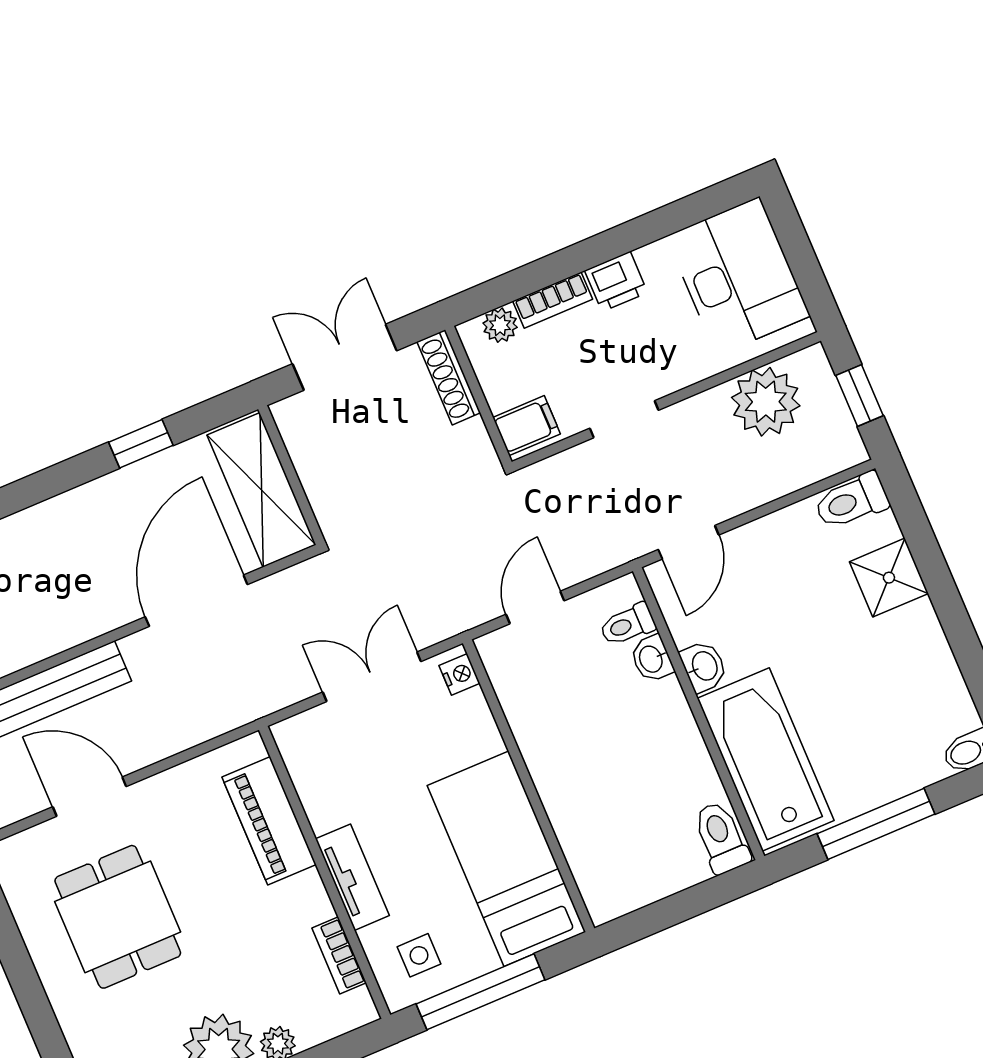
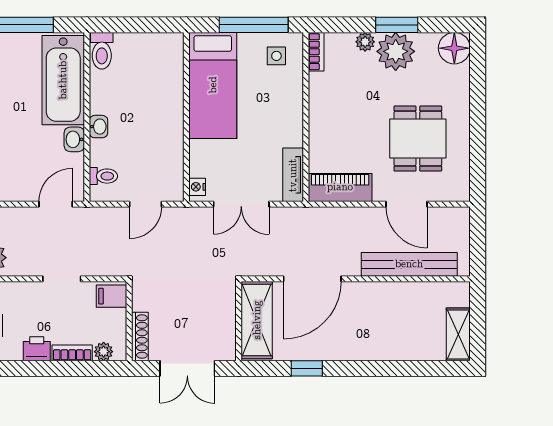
washbasin: (652, 659) -> (98, 127), moved
piano: (269, 821) -> (340, 187), moved, turned -90
tv unit: (352, 877) -> (293, 175), moved
bookcase: (339, 955) -> (316, 52), moved

